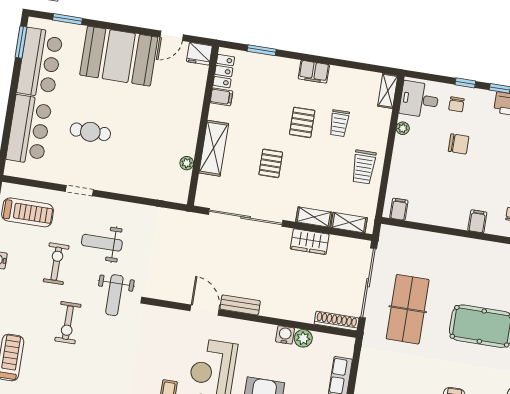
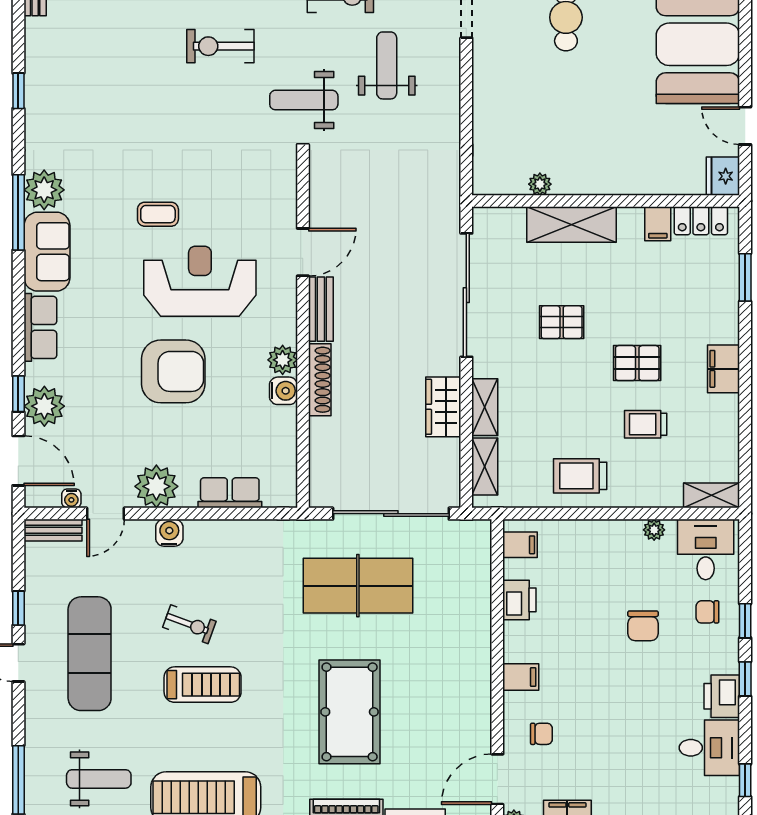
printer: (431, 215) -> (519, 600), added
shoe rack: (337, 321) -> (320, 380), moved
exercise bike: (68, 323) -> (220, 46), moved
plant: (303, 338) -> (283, 360), moved

